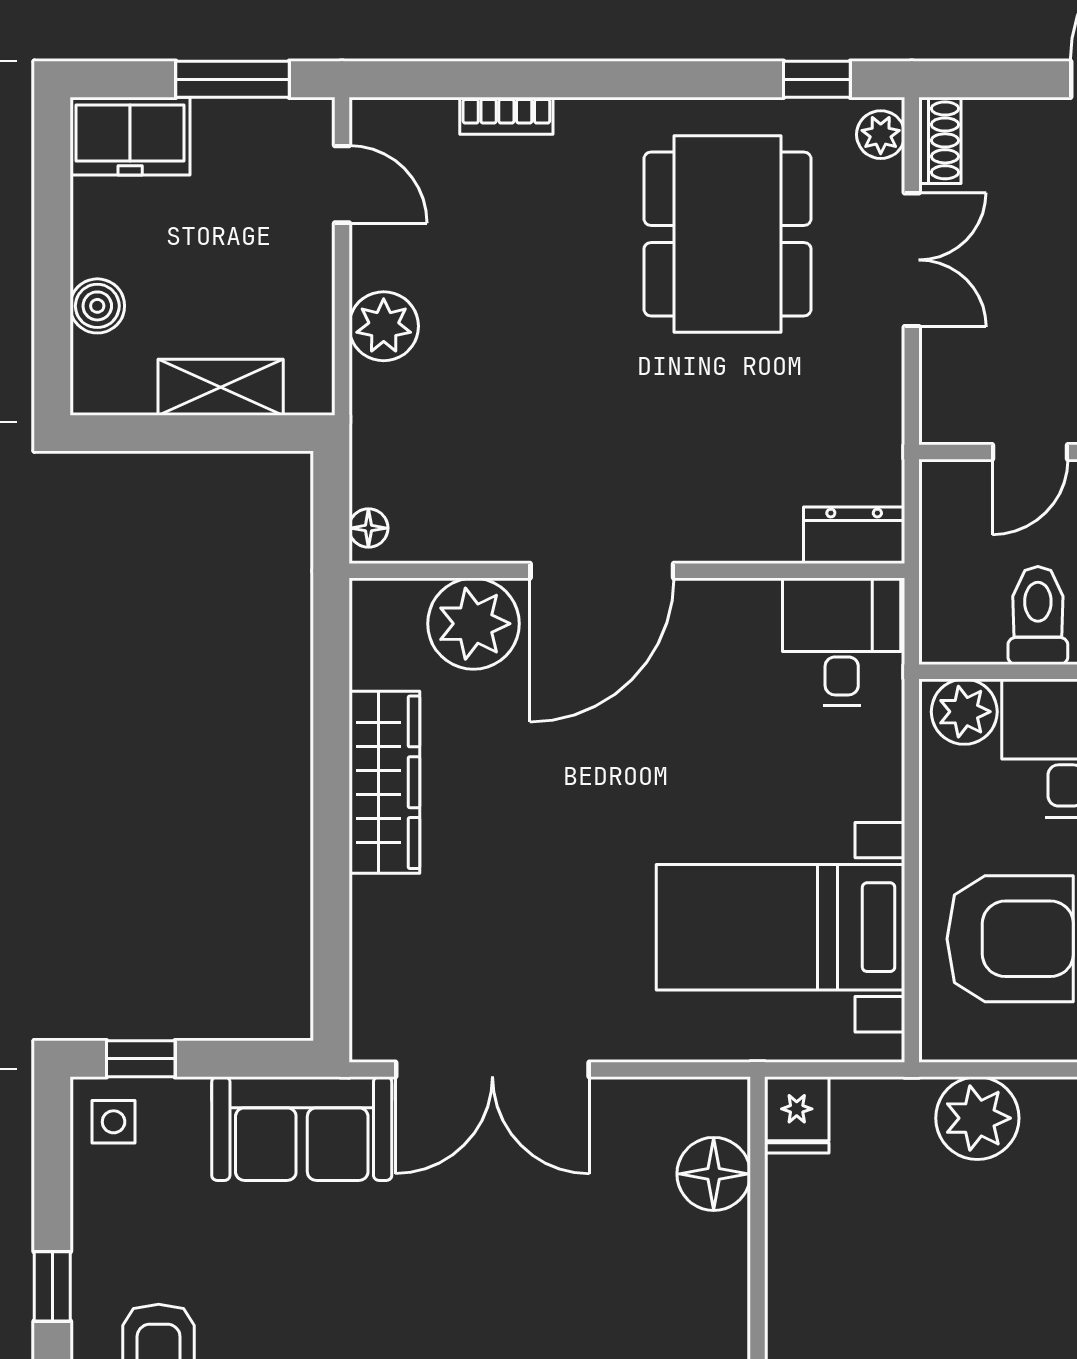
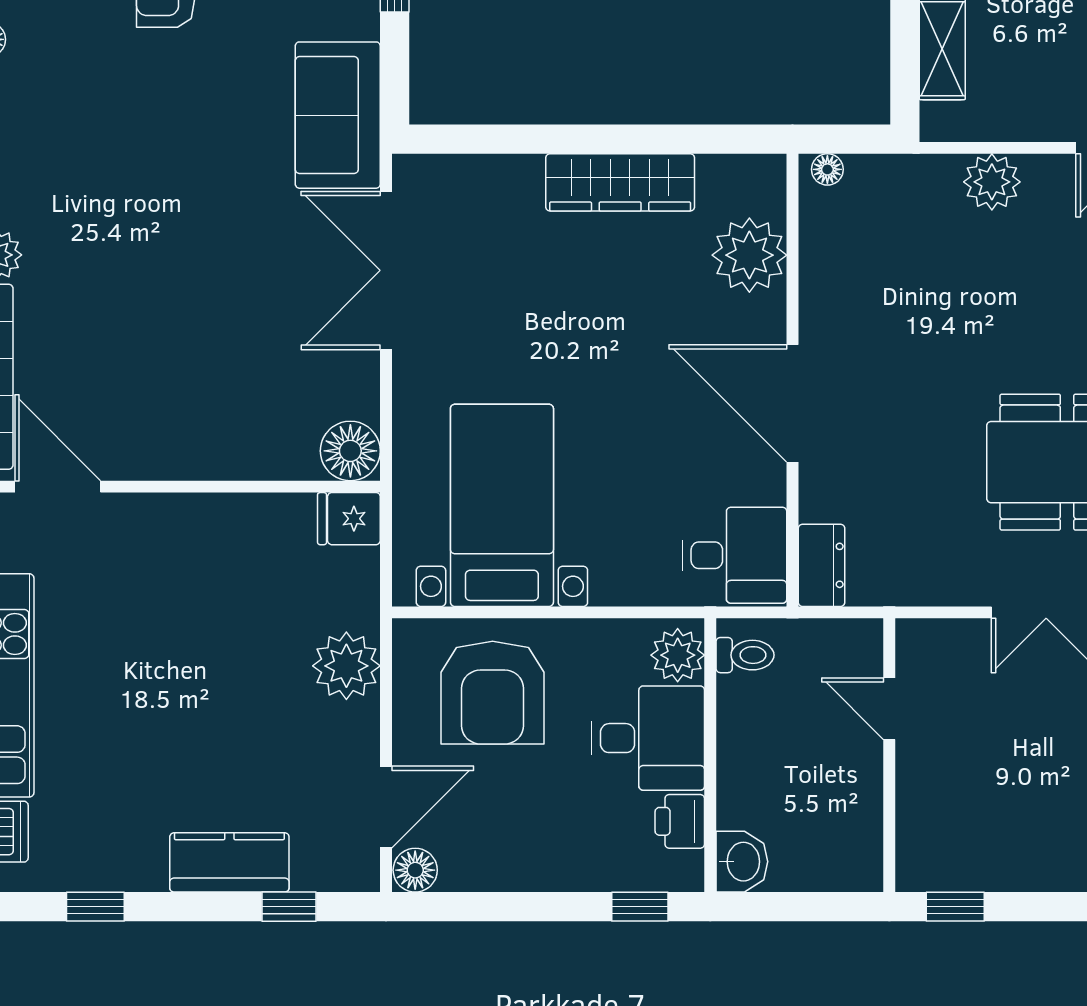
door: (602, 571) -> (792, 403), moved
toilet: (1038, 616) -> (745, 655), moved, width x0.73, depth x0.72
floor lamp: (714, 1174) -> (350, 451), moved

